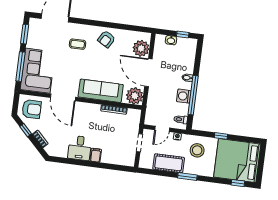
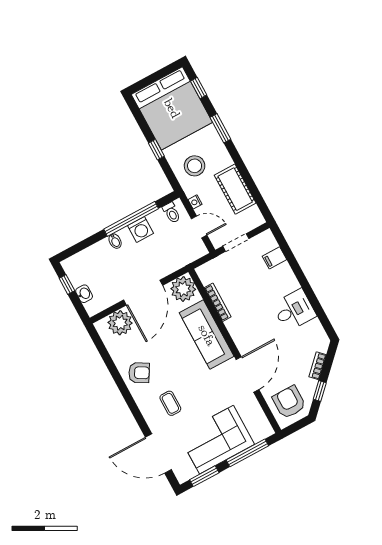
corner sofa: (38, 71) -> (216, 440), moved
filing cabinet: (96, 155) -> (275, 258), moved
window: (187, 177) -> (220, 128), moved

